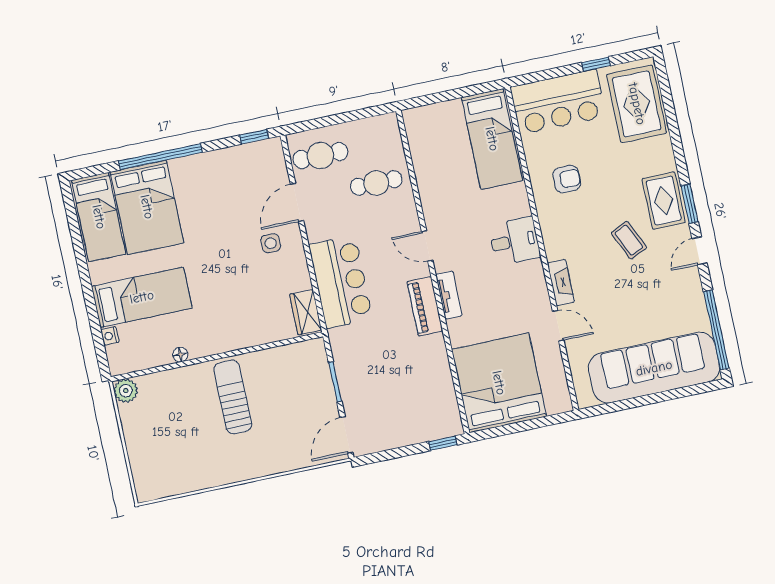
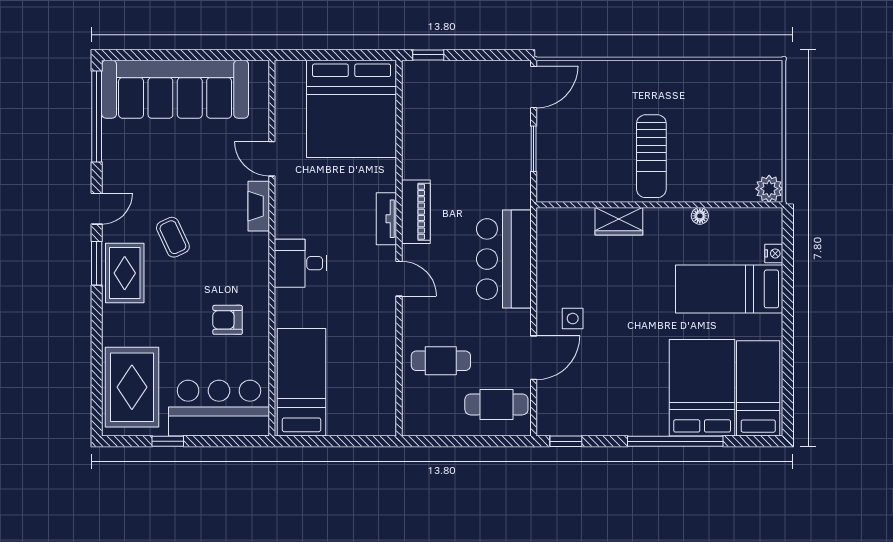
wardrobe: (306, 312) -> (619, 221), moved, turned 90

